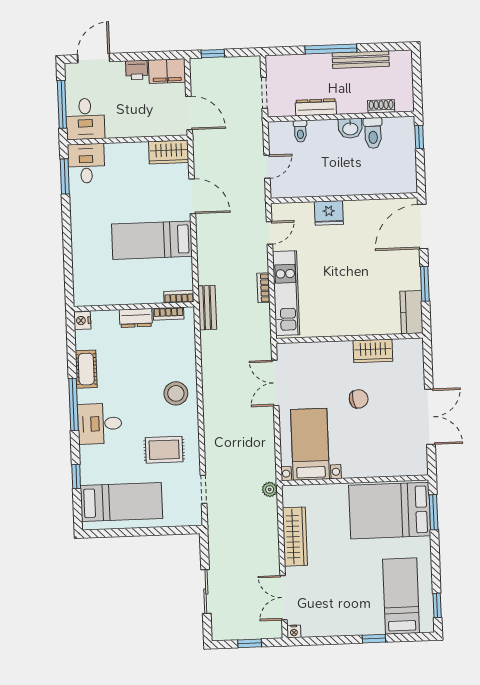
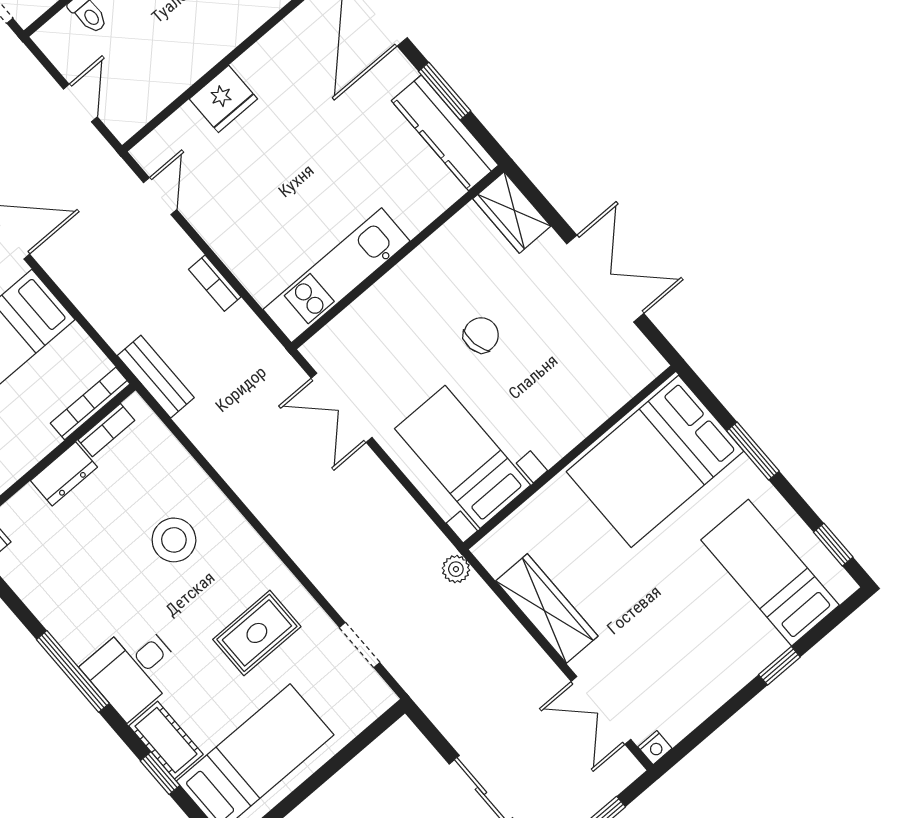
kitchen unit: (286, 293) -> (337, 275), moved, turned -90
bookcase: (179, 297) -> (90, 403), width x1.56
kitchen counter: (411, 312) -> (445, 133), width x1.50
wardrobe: (373, 351) -> (512, 212), moved, turned 90
cot: (86, 369) -> (166, 740), moved
stool: (176, 393) -> (174, 540), moved
window: (434, 512) -> (753, 451), moved

